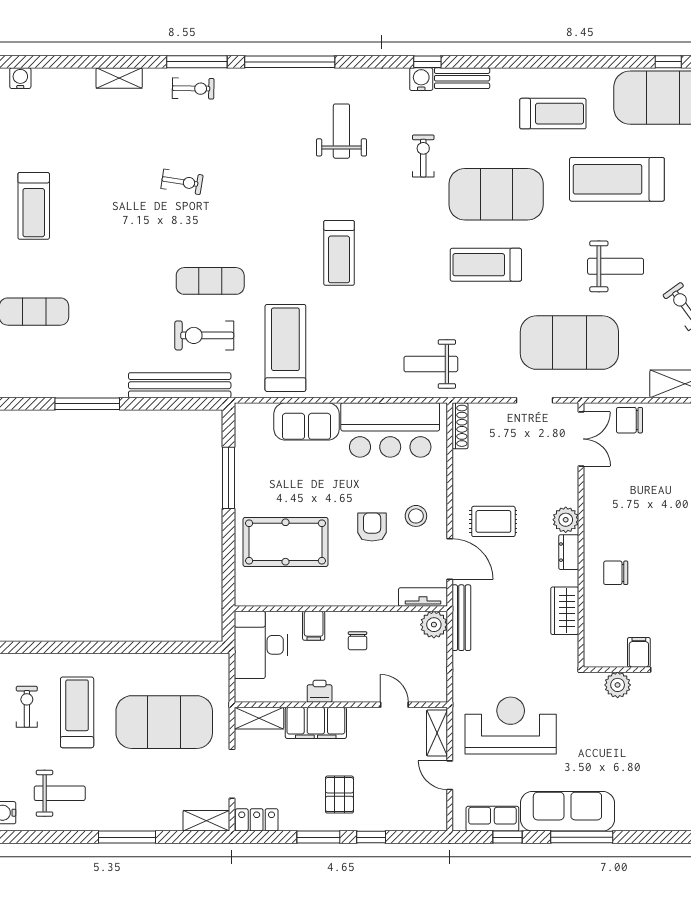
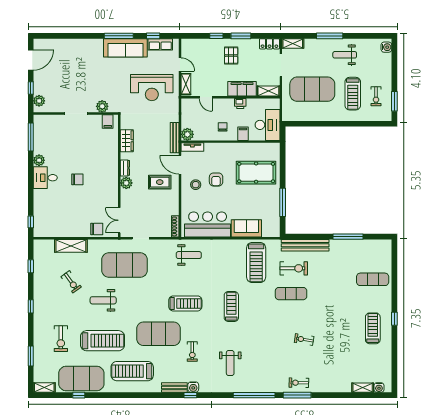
shelving: (119, 78) -> (363, 388), moved
treadmill: (553, 114) -> (132, 371), width x1.37, depth x1.38
treadmill: (486, 265) -> (185, 303), moved
chair: (616, 573) -> (77, 179), moved
filing cabinet: (639, 652) -> (108, 121), moved
weight bench: (60, 793) -> (345, 55), moved

